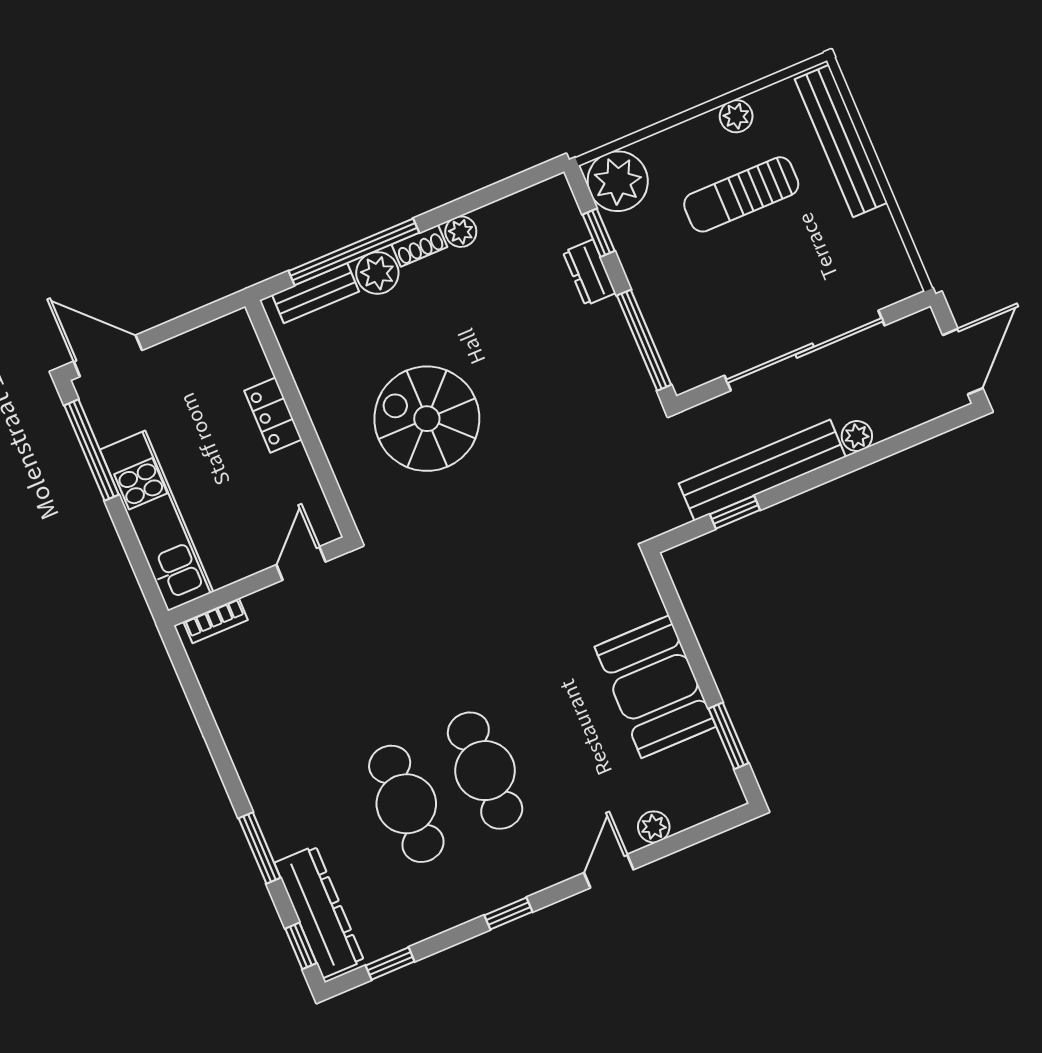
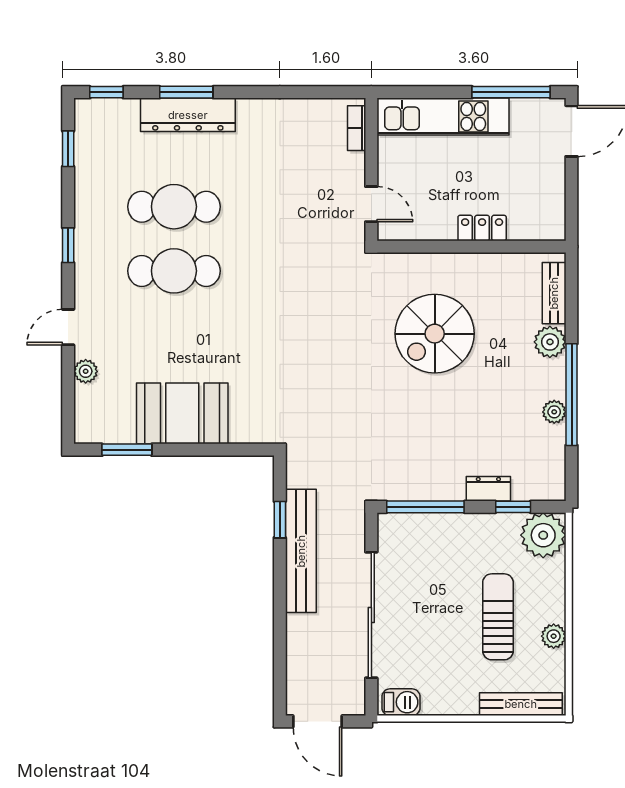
bench: (841, 141) -> (521, 704), width x0.73, depth x0.82
shoe rack: (419, 246) -> (557, 379), removed
window: (354, 252) -> (572, 395), moved
barbecue: (896, 269) -> (401, 702), added
spiral stairs: (427, 419) -> (435, 334), turned 180
plant: (857, 436) -> (297, 626), removed
door: (609, 871) -> (68, 327), swing flipped
dresser: (319, 912) -> (188, 115), moved

